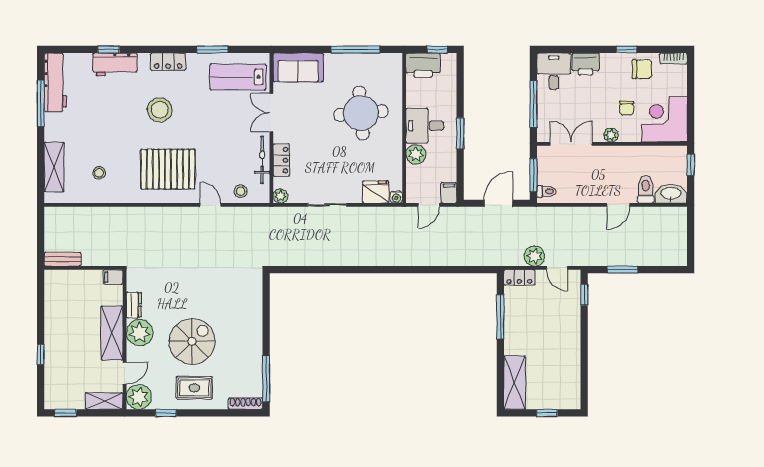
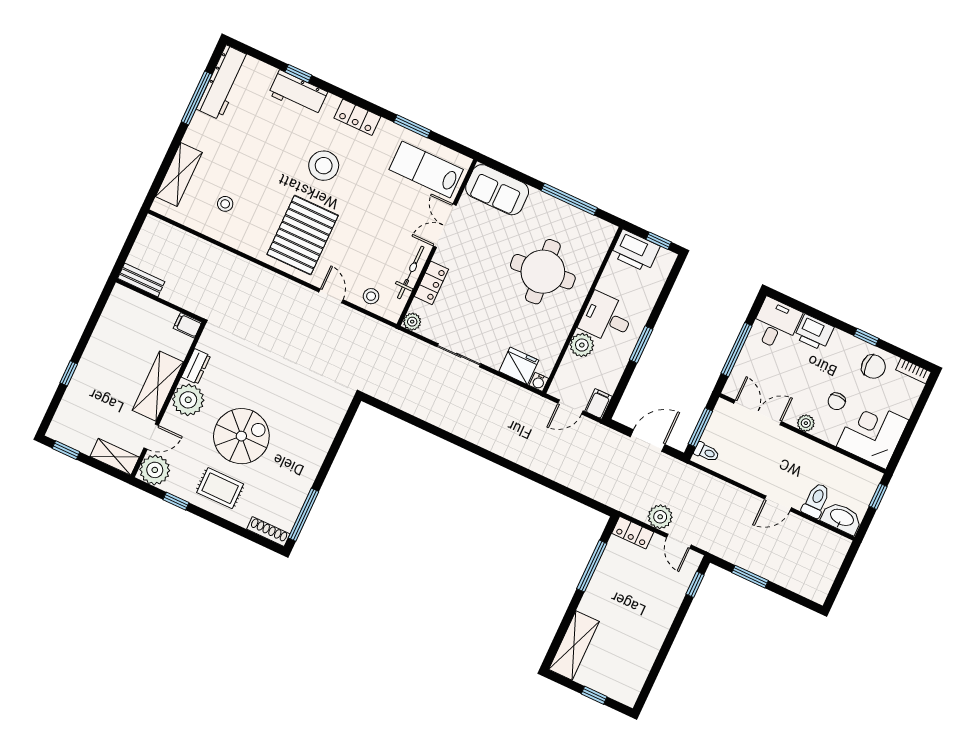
pallet: (168, 169) -> (303, 235), turned 90

